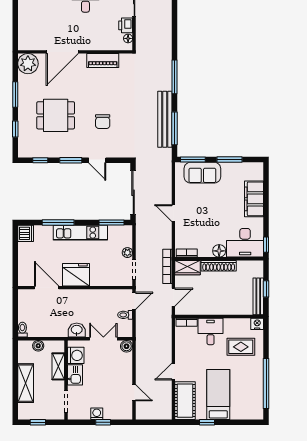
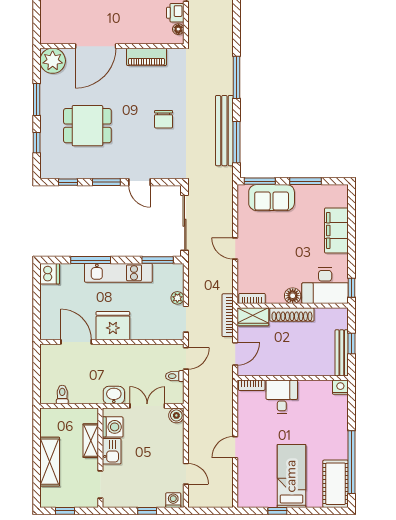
chair: (103, 122) -> (164, 119), moved
toilet: (22, 330) -> (62, 395), moved
boiler: (38, 346) -> (66, 415), removed
rug: (241, 347) -> (320, 416), removed
cot: (185, 401) -> (336, 484), moved
washing machine: (97, 414) -> (173, 500), moved

